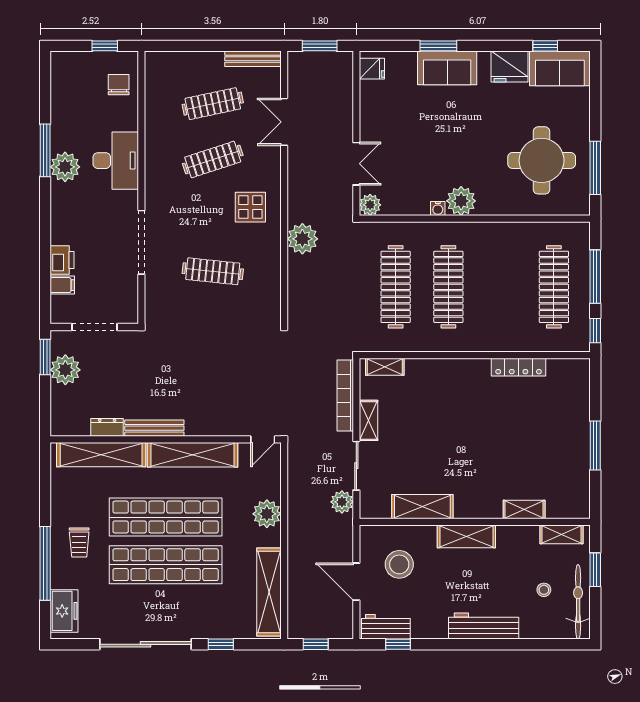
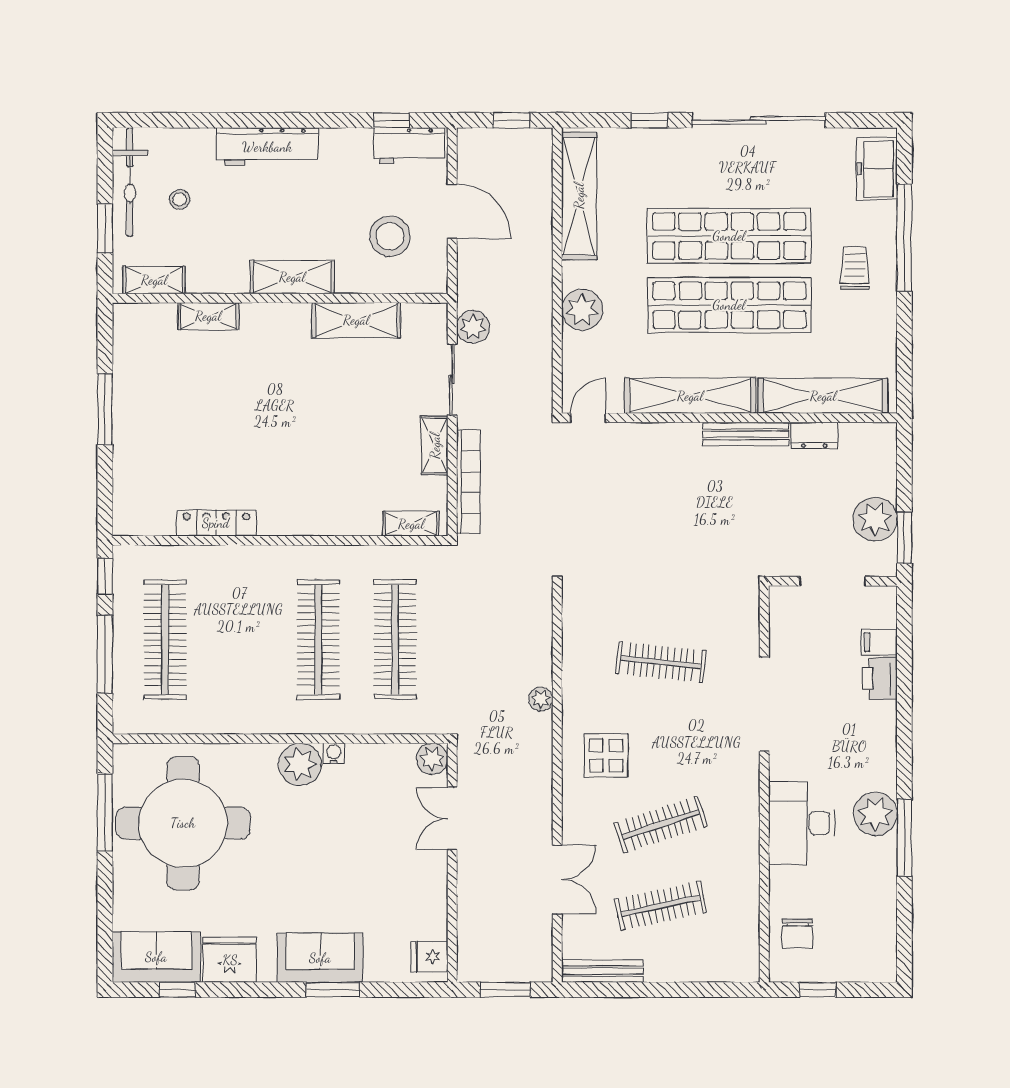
round table: (542, 160) -> (183, 823), width x1.36, depth x1.36
plant: (302, 239) -> (541, 699), width x0.53, depth x0.53

